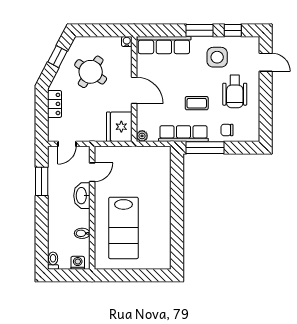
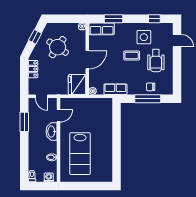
window: (200, 30) -> (113, 19), moved
row of seats: (164, 45) -> (102, 29), width x0.68
door: (134, 90) -> (87, 60), hinge flipped
coffee table: (197, 103) -> (132, 56), moved
row of seats: (183, 134) -> (115, 89), width x0.68
door: (67, 144) -> (41, 96), hinge flipped
window: (205, 148) -> (148, 99), moved

